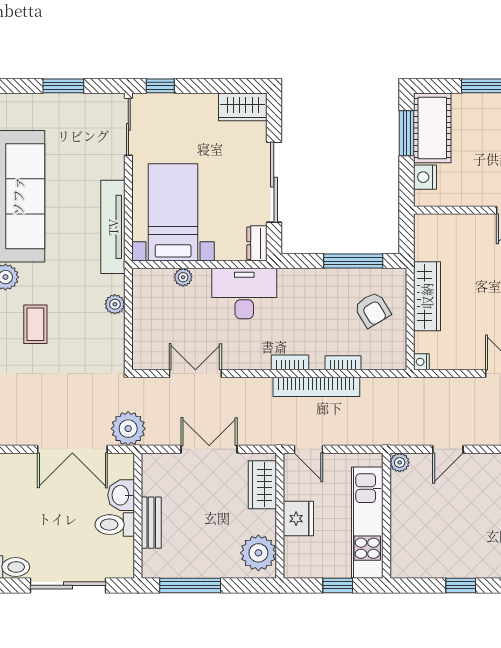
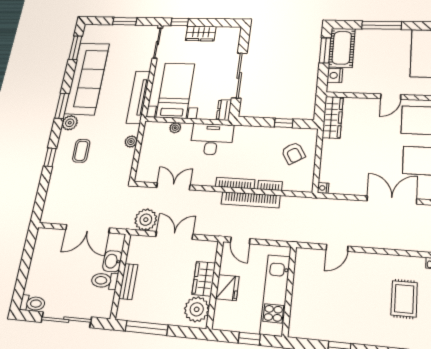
wardrobe: (243, 107) -> (201, 33), moved
window: (353, 261) -> (284, 123), width x0.46
wardrobe: (427, 296) -> (333, 117), moved
bookcase: (290, 362) -> (235, 183), width x1.56
plant: (128, 429) -> (146, 220), moved
plant: (400, 462) -> (302, 254), removed
wardrobe: (262, 485) -> (204, 279), moved

